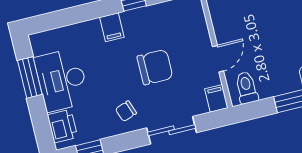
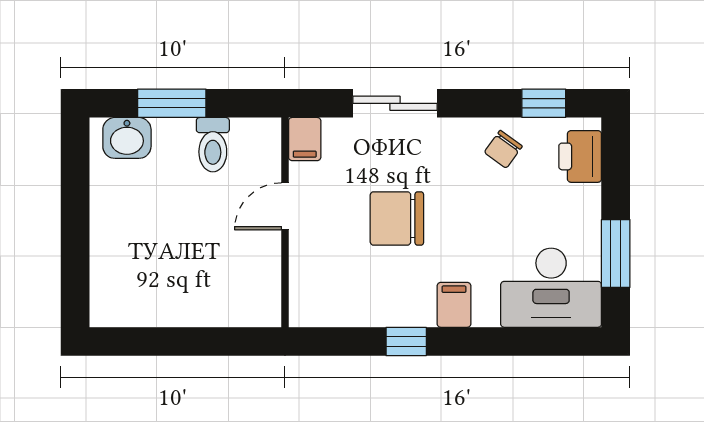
desk: (62, 80) -> (551, 288), moved, turned 90
toilet: (247, 88) -> (213, 145), moved
chair: (126, 111) -> (503, 149), moved, turned 146

